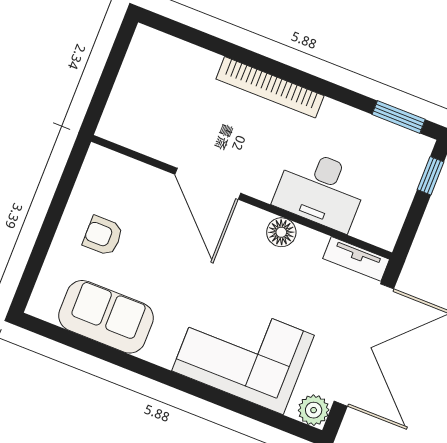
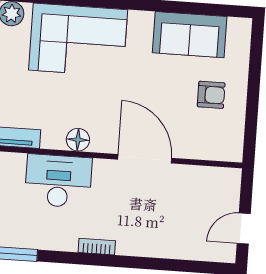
door: (115, 61) -> (244, 229), added
bookcase: (270, 87) -> (97, 247), width x0.43, depth x0.76

